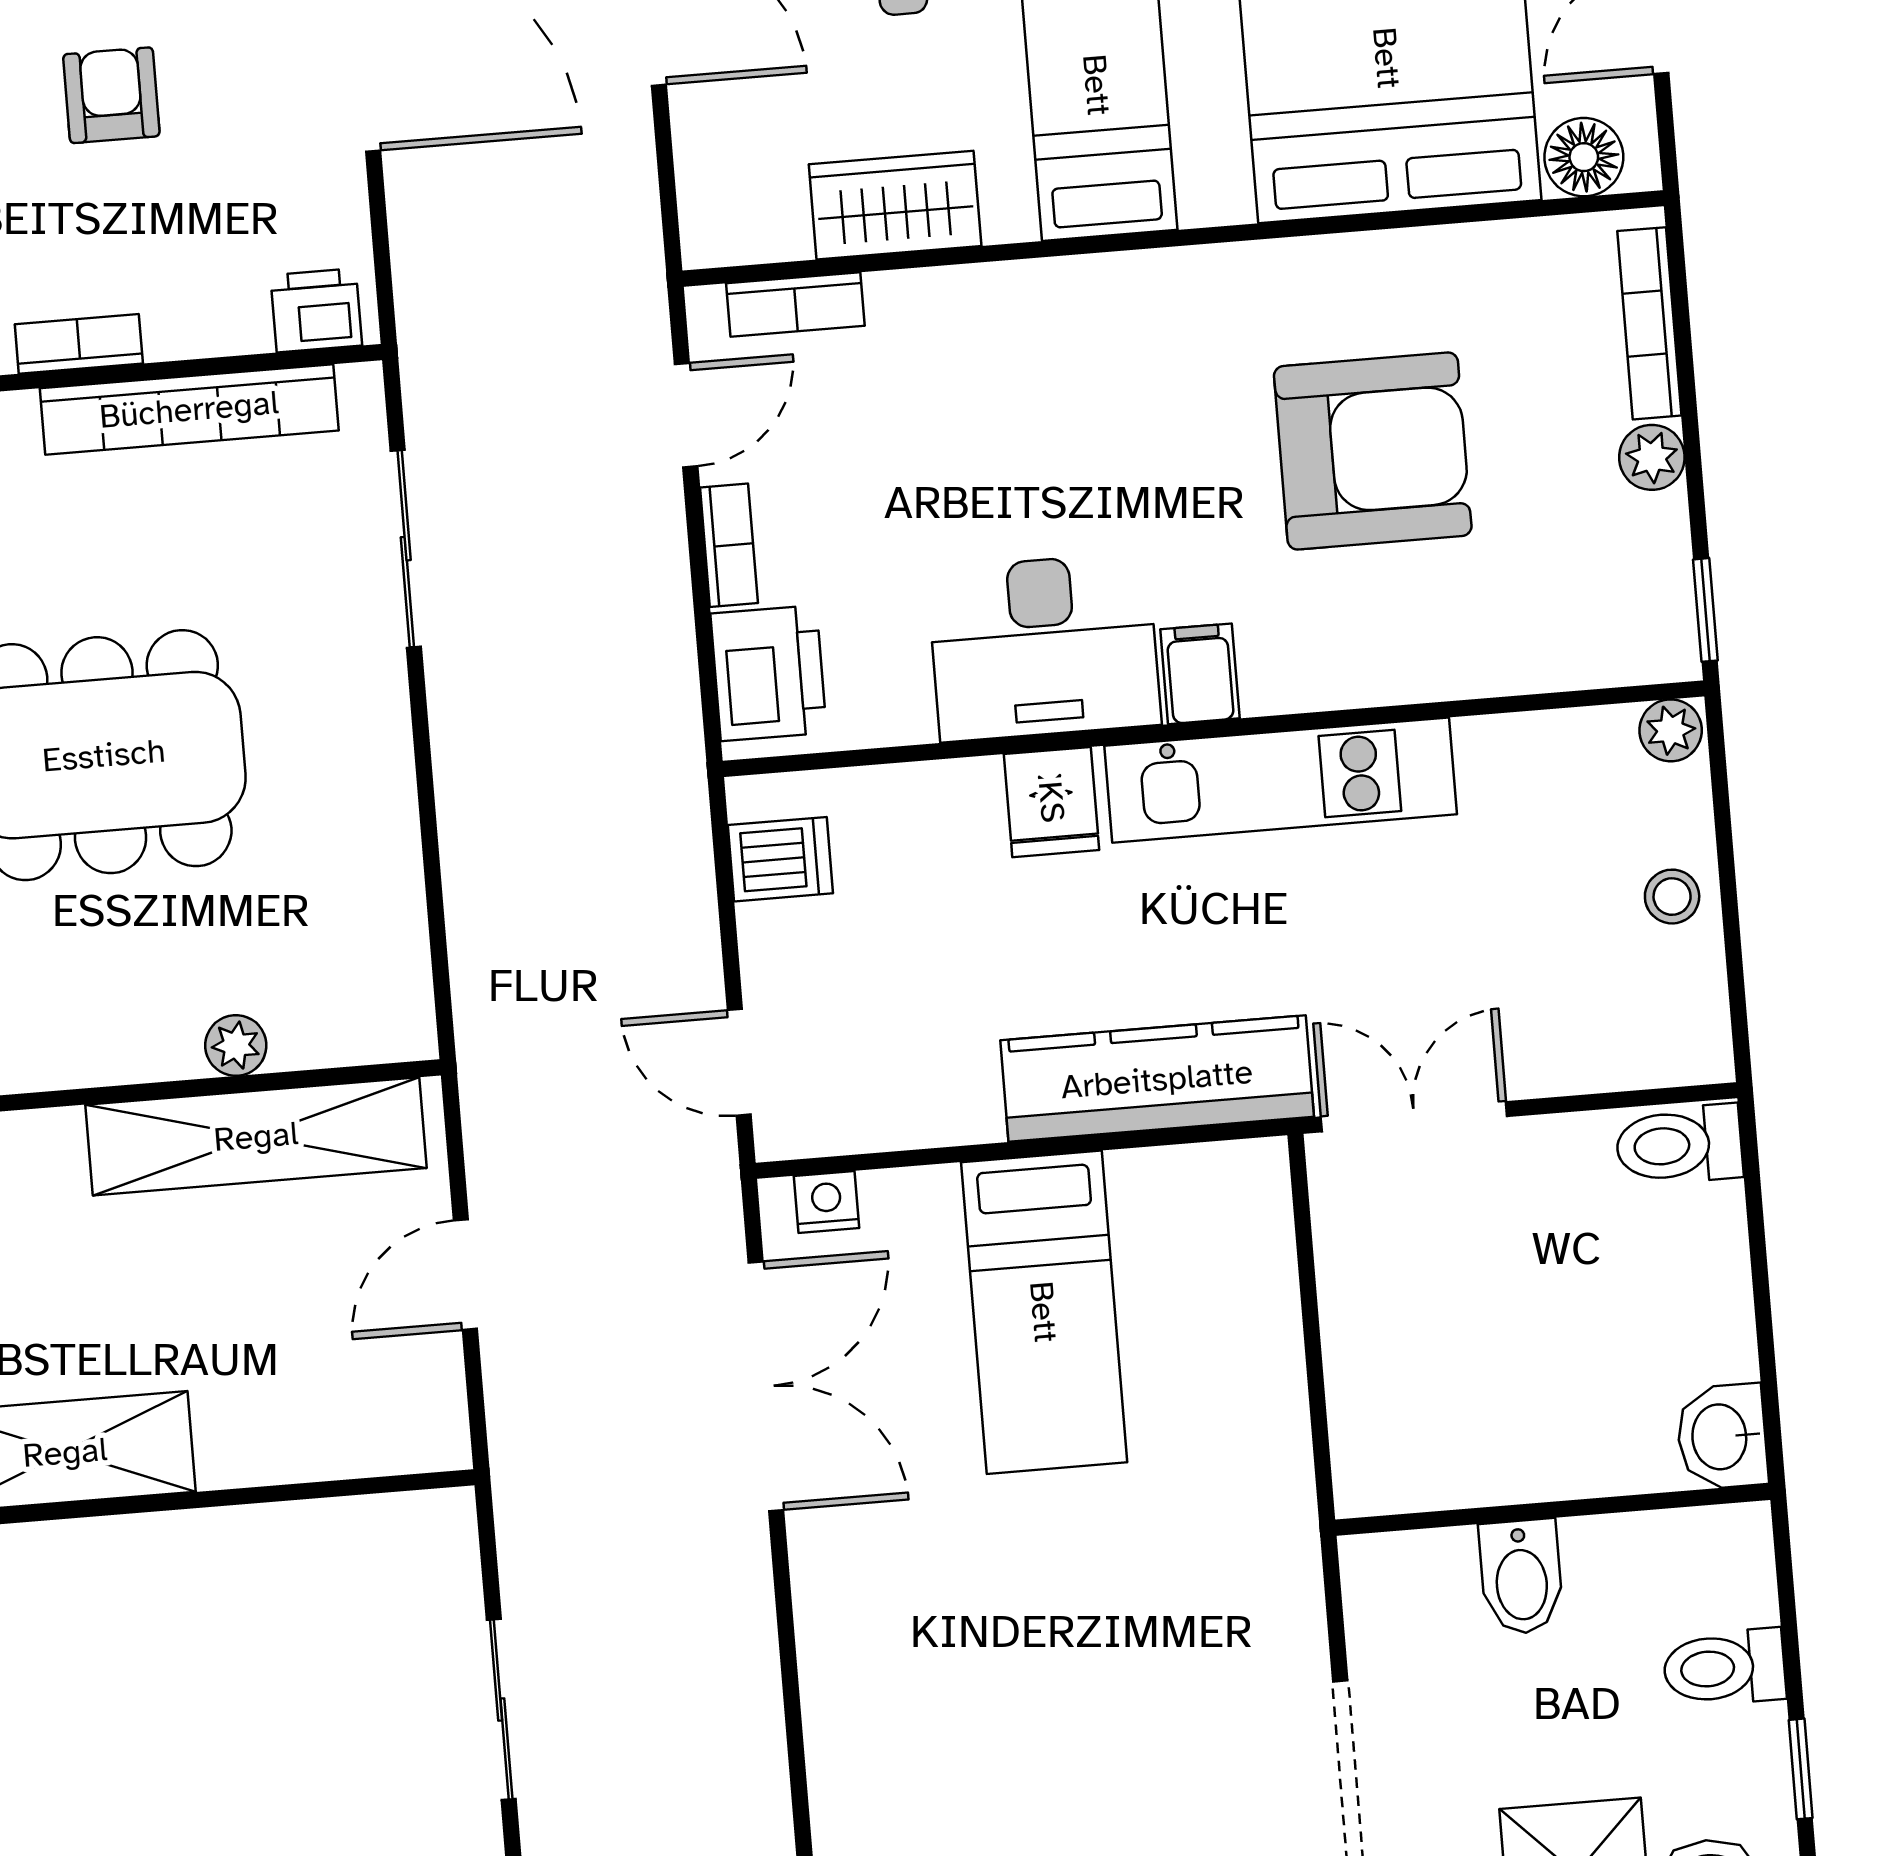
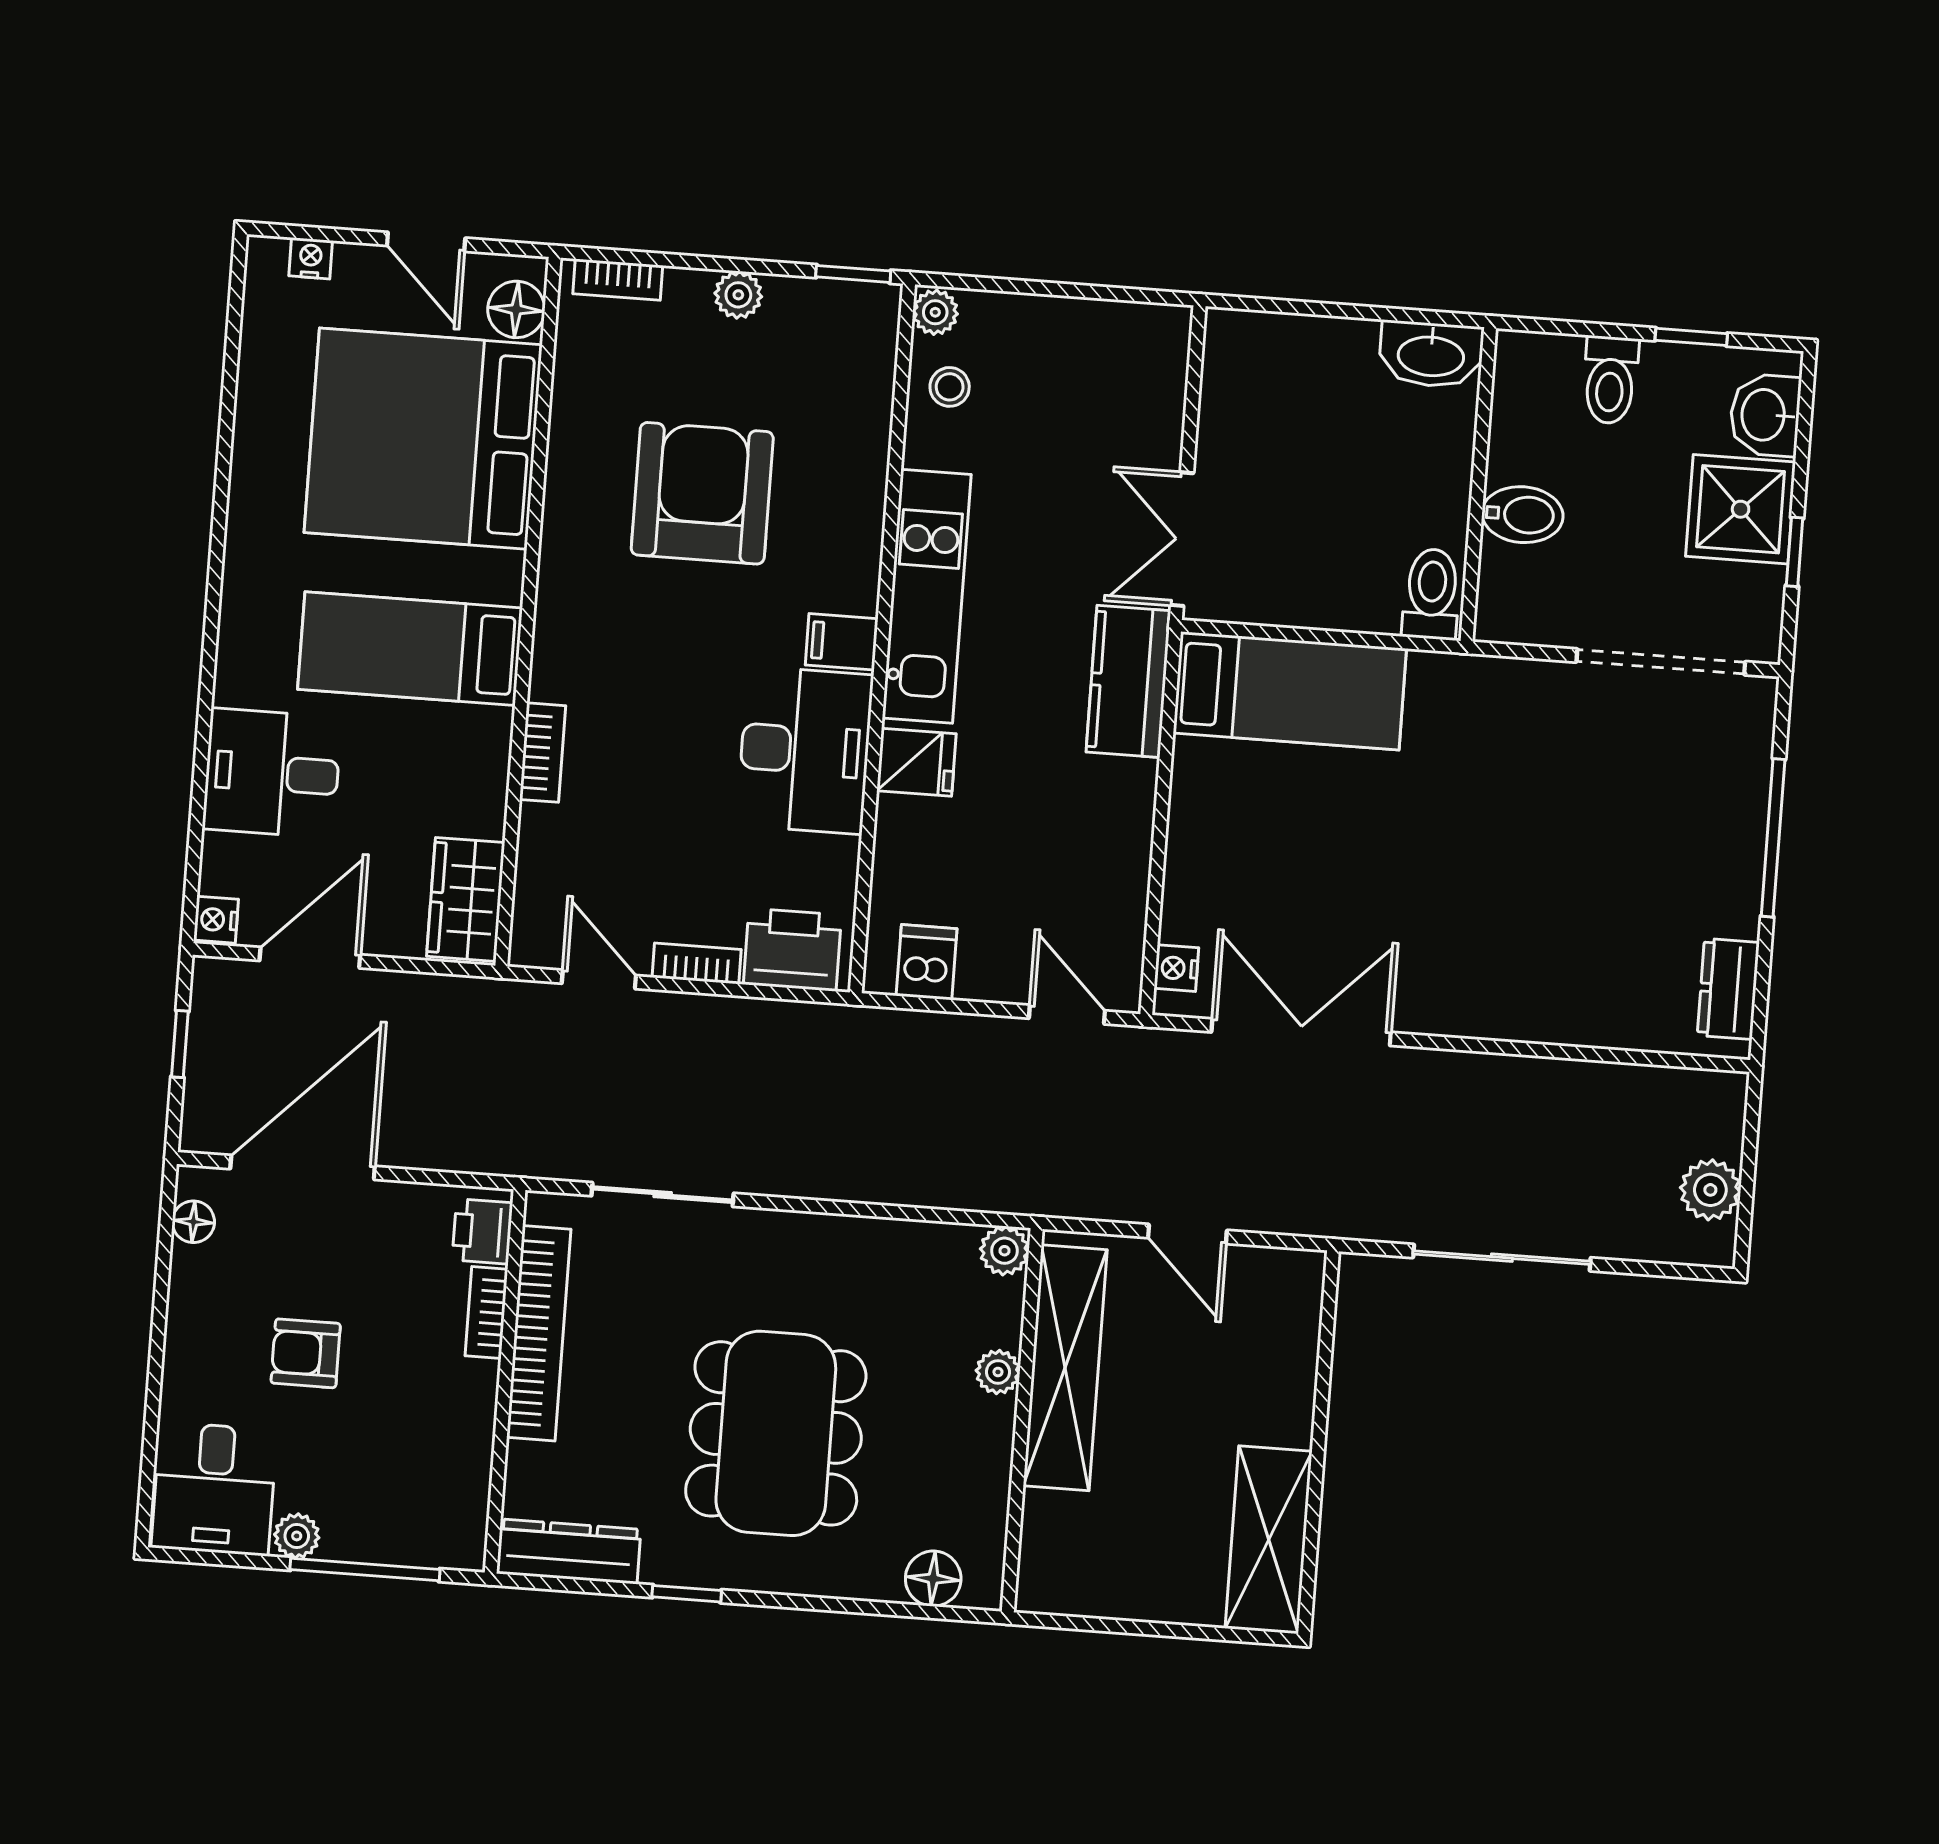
wardrobe: (895, 205) -> (466, 899), moved
bookcase: (795, 305) -> (543, 753), moved
bookcase: (1649, 323) -> (618, 280), width x0.64
bookcase: (79, 344) -> (486, 1312), moved
stool: (1672, 897) -> (950, 387), moved
plant: (403, 1028) -> (1005, 1251), added
door: (739, 1062) -> (1067, 1015), swing flipped
kitchen counter: (1157, 1079) -> (1128, 681), width x0.67
toilet: (1679, 1145) -> (1432, 594), moved, turned 180
bed: (1044, 1312) -> (1290, 691), moved
washbasin: (1722, 1437) -> (1431, 354), width x1.38
sliding door: (501, 1710) -> (1502, 1258), width x1.37

